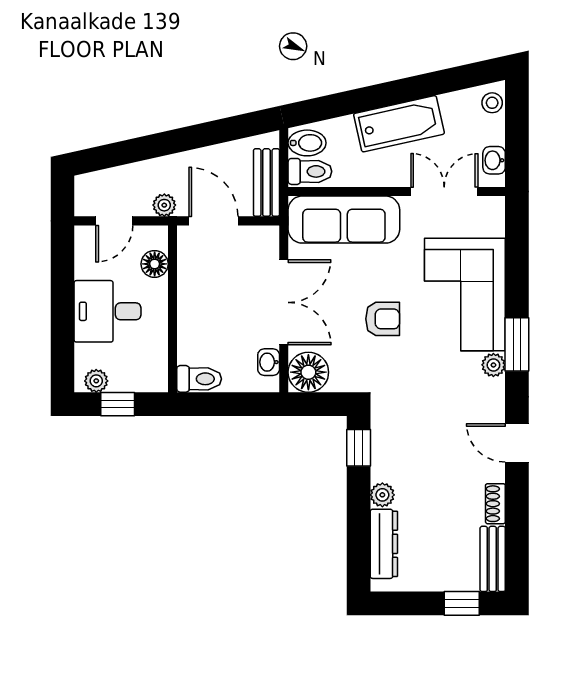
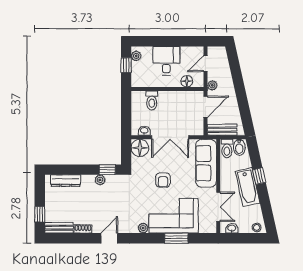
window: (373, 97) -> (259, 176), added
door: (114, 221) -> (205, 64), hinge flipped
window: (517, 344) -> (176, 238), moved
toilet: (199, 379) -> (152, 100), moved
plant: (382, 495) -> (100, 180), moved

